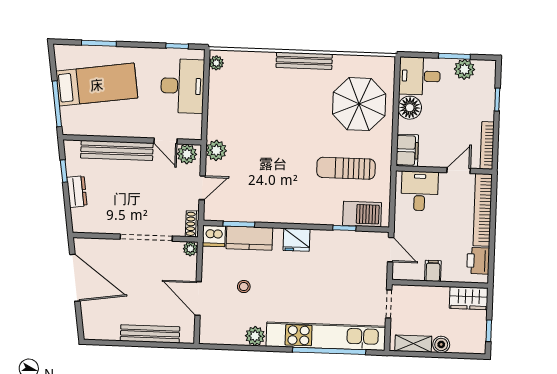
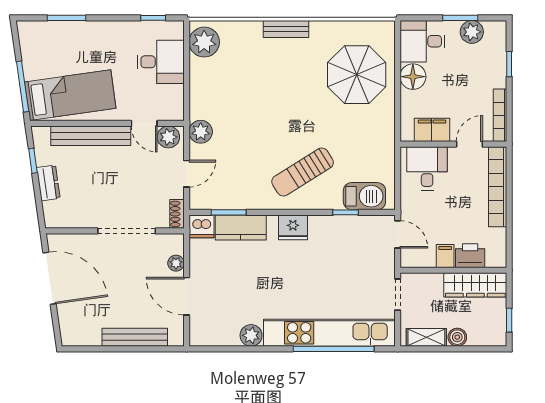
bench: (304, 61) -> (286, 29), width x0.73
plant: (216, 63) -> (204, 42), width x1.88, depth x1.88
bed: (97, 85) -> (70, 95), moved
desk: (182, 86) -> (161, 62), width x0.73
filing cabinet: (407, 150) -> (432, 130), moved, turned -90
sun lounger: (346, 168) -> (303, 172), moved, turned -32
plant: (190, 249) -> (176, 263), moved
printer: (478, 261) -> (470, 256), moved, turned 90
stool: (244, 287) -> (237, 281), removed
wardrobe: (469, 298) -> (475, 285), width x1.50

